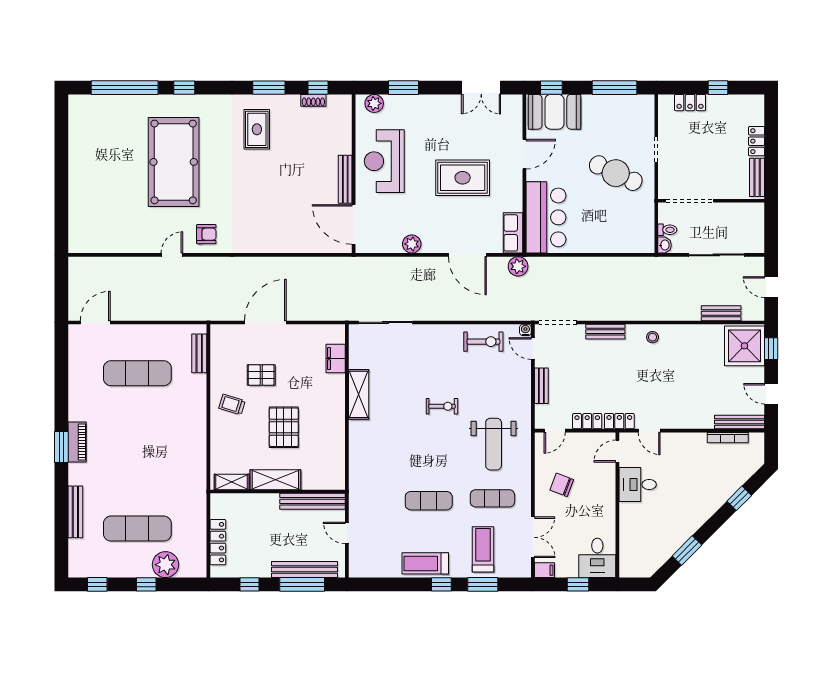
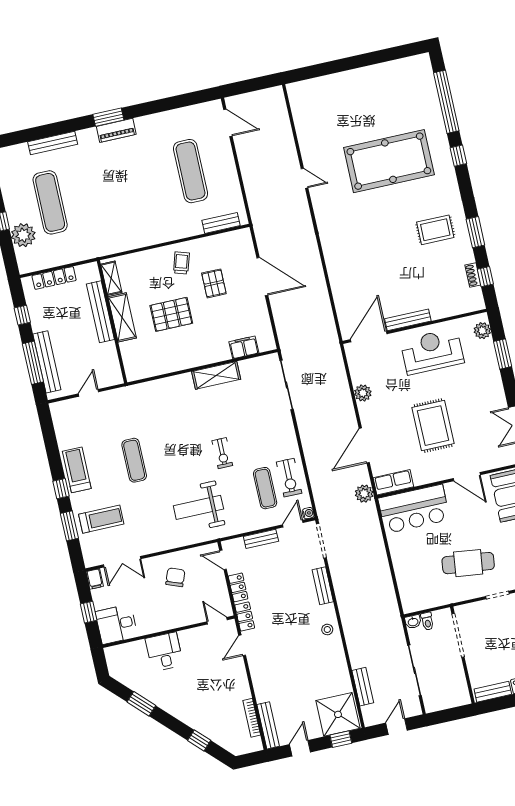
cafe table: (616, 173) -> (468, 563), turned 72
armchair: (206, 234) -> (330, 205), removed
desk: (638, 485) -> (164, 652), moved
exercise mat: (492, 498) -> (265, 488), moved
bench: (313, 501) -> (100, 312), moved

